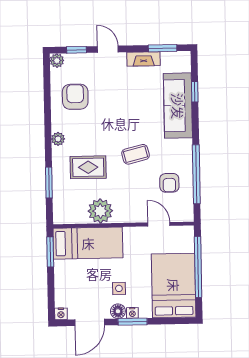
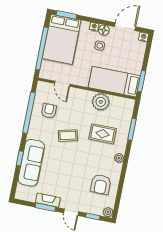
window: (163, 48) -> (45, 207), moved
window: (195, 92) -> (20, 158), moved
window: (133, 322) -> (66, 15), moved

